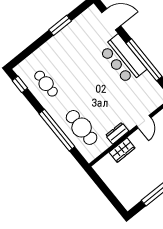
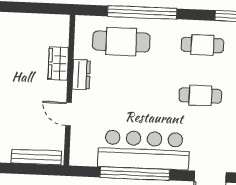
bar counter: (123, 60) -> (144, 150), width x1.36
cafe table: (73, 62) -> (200, 96), added

